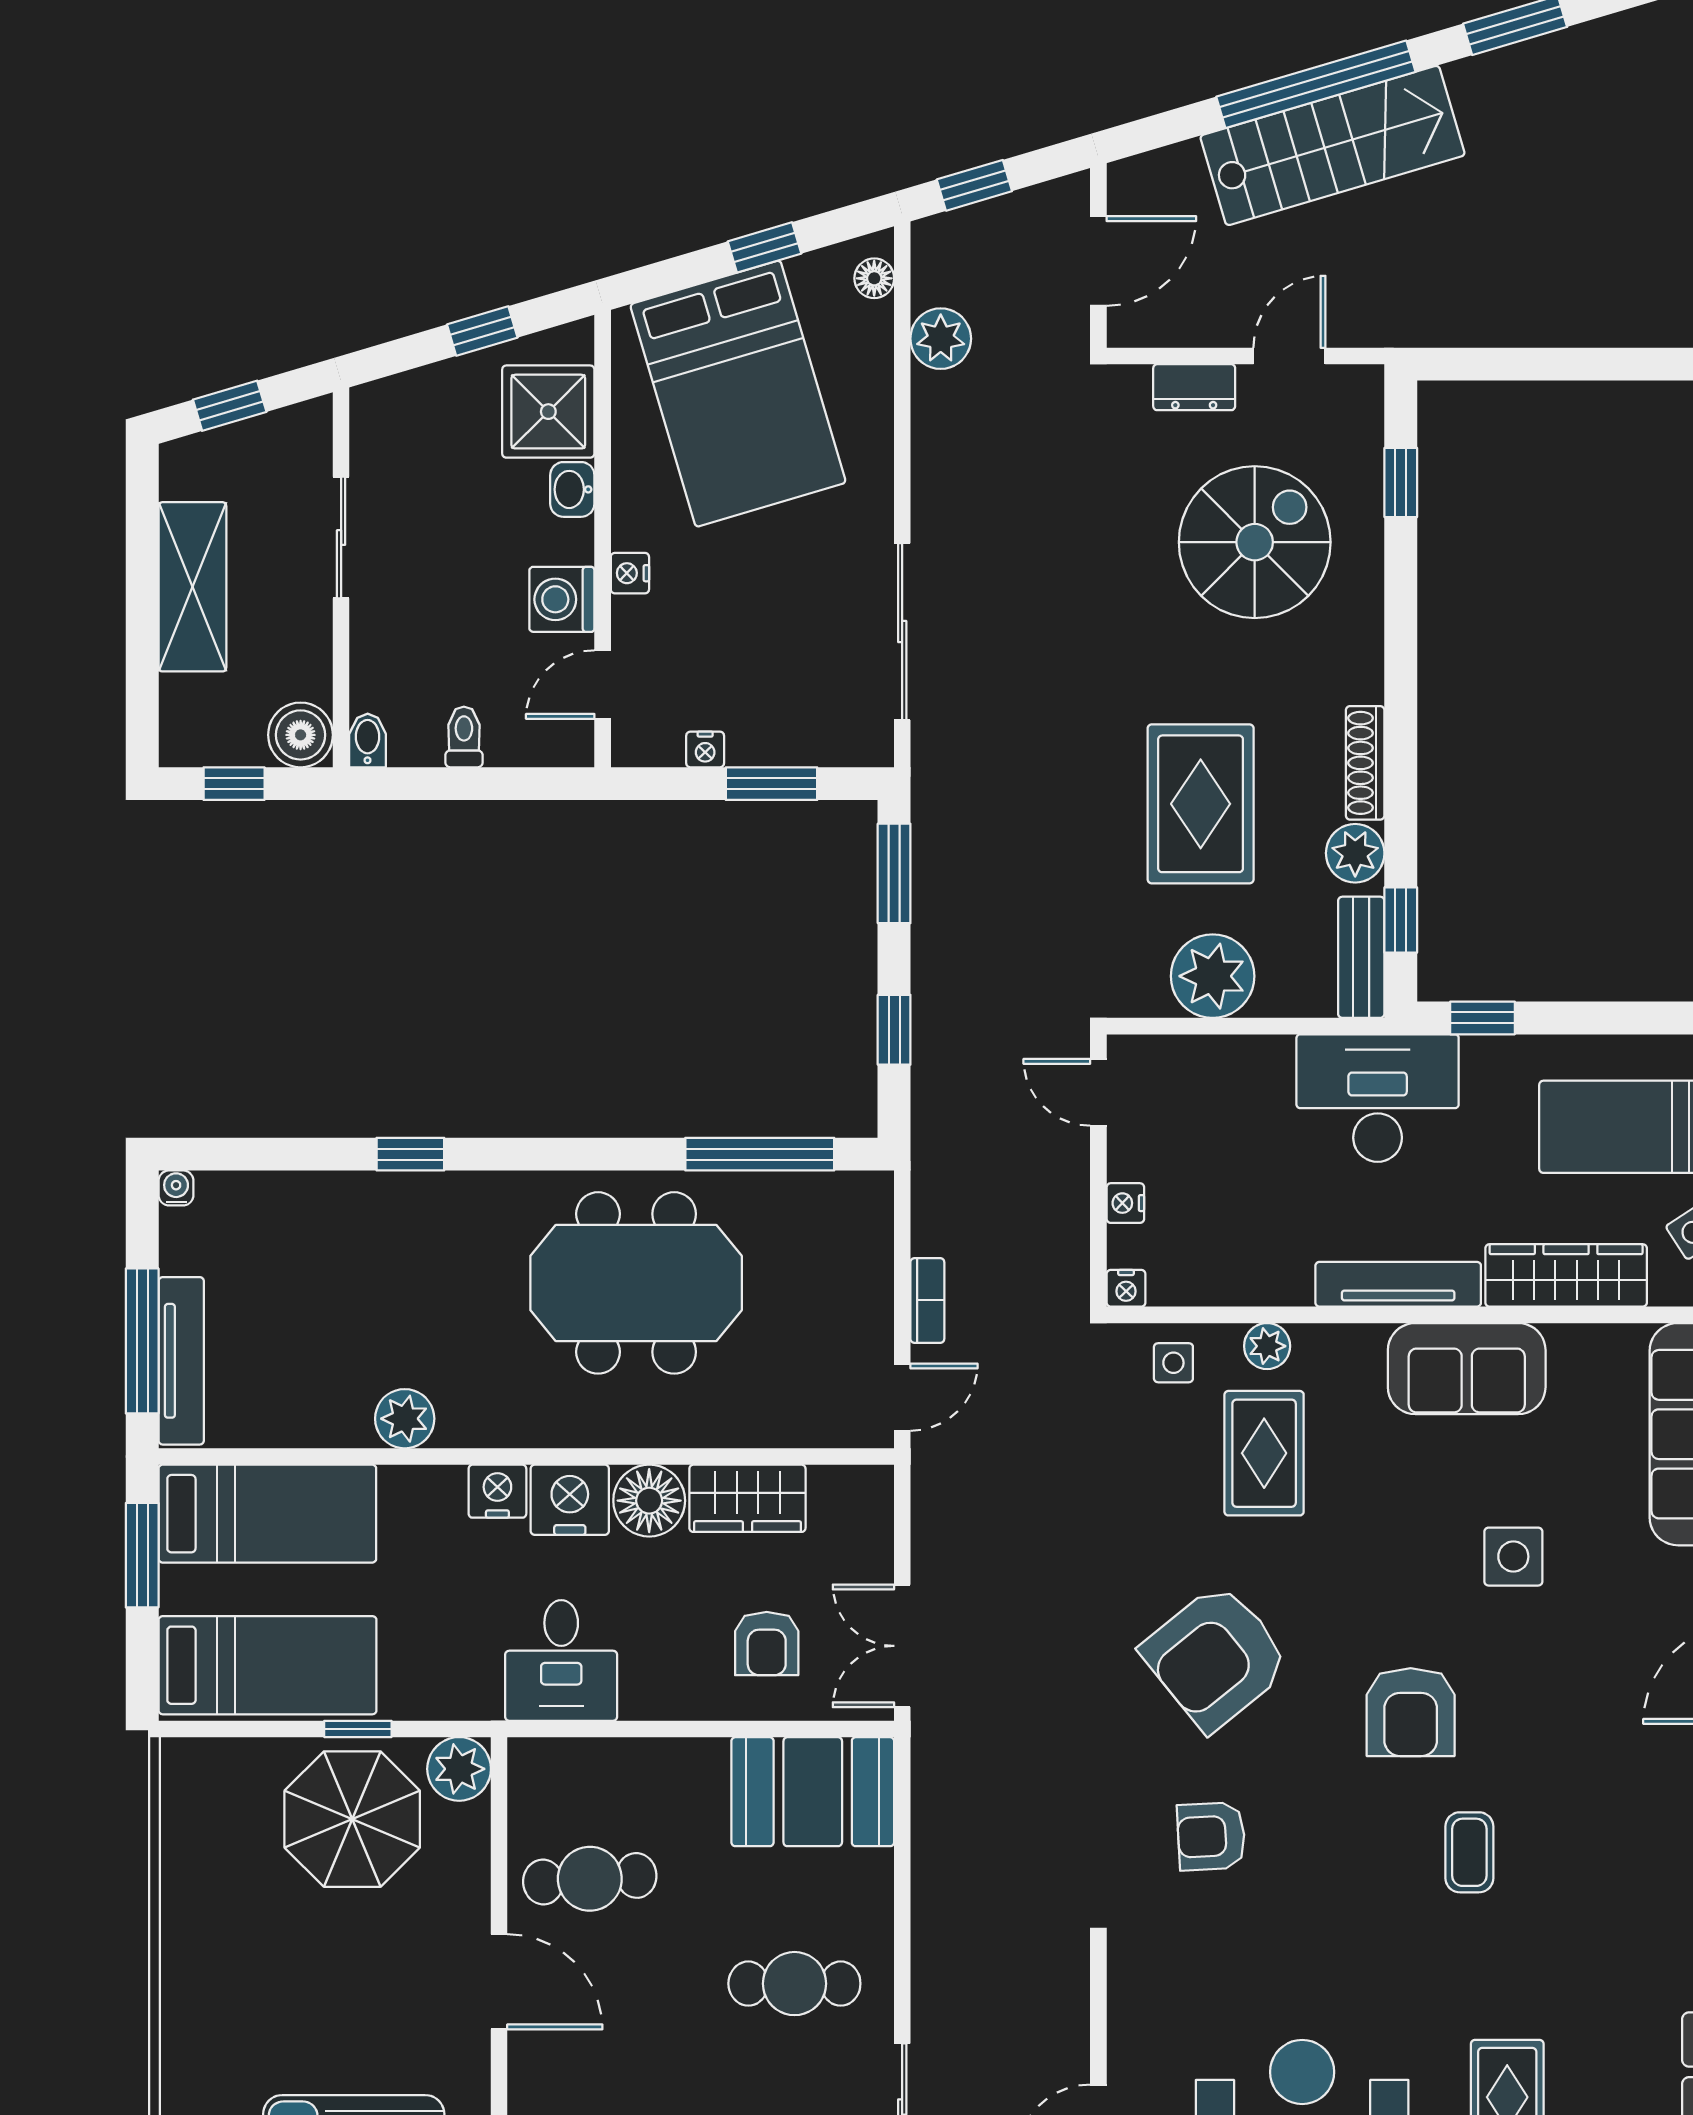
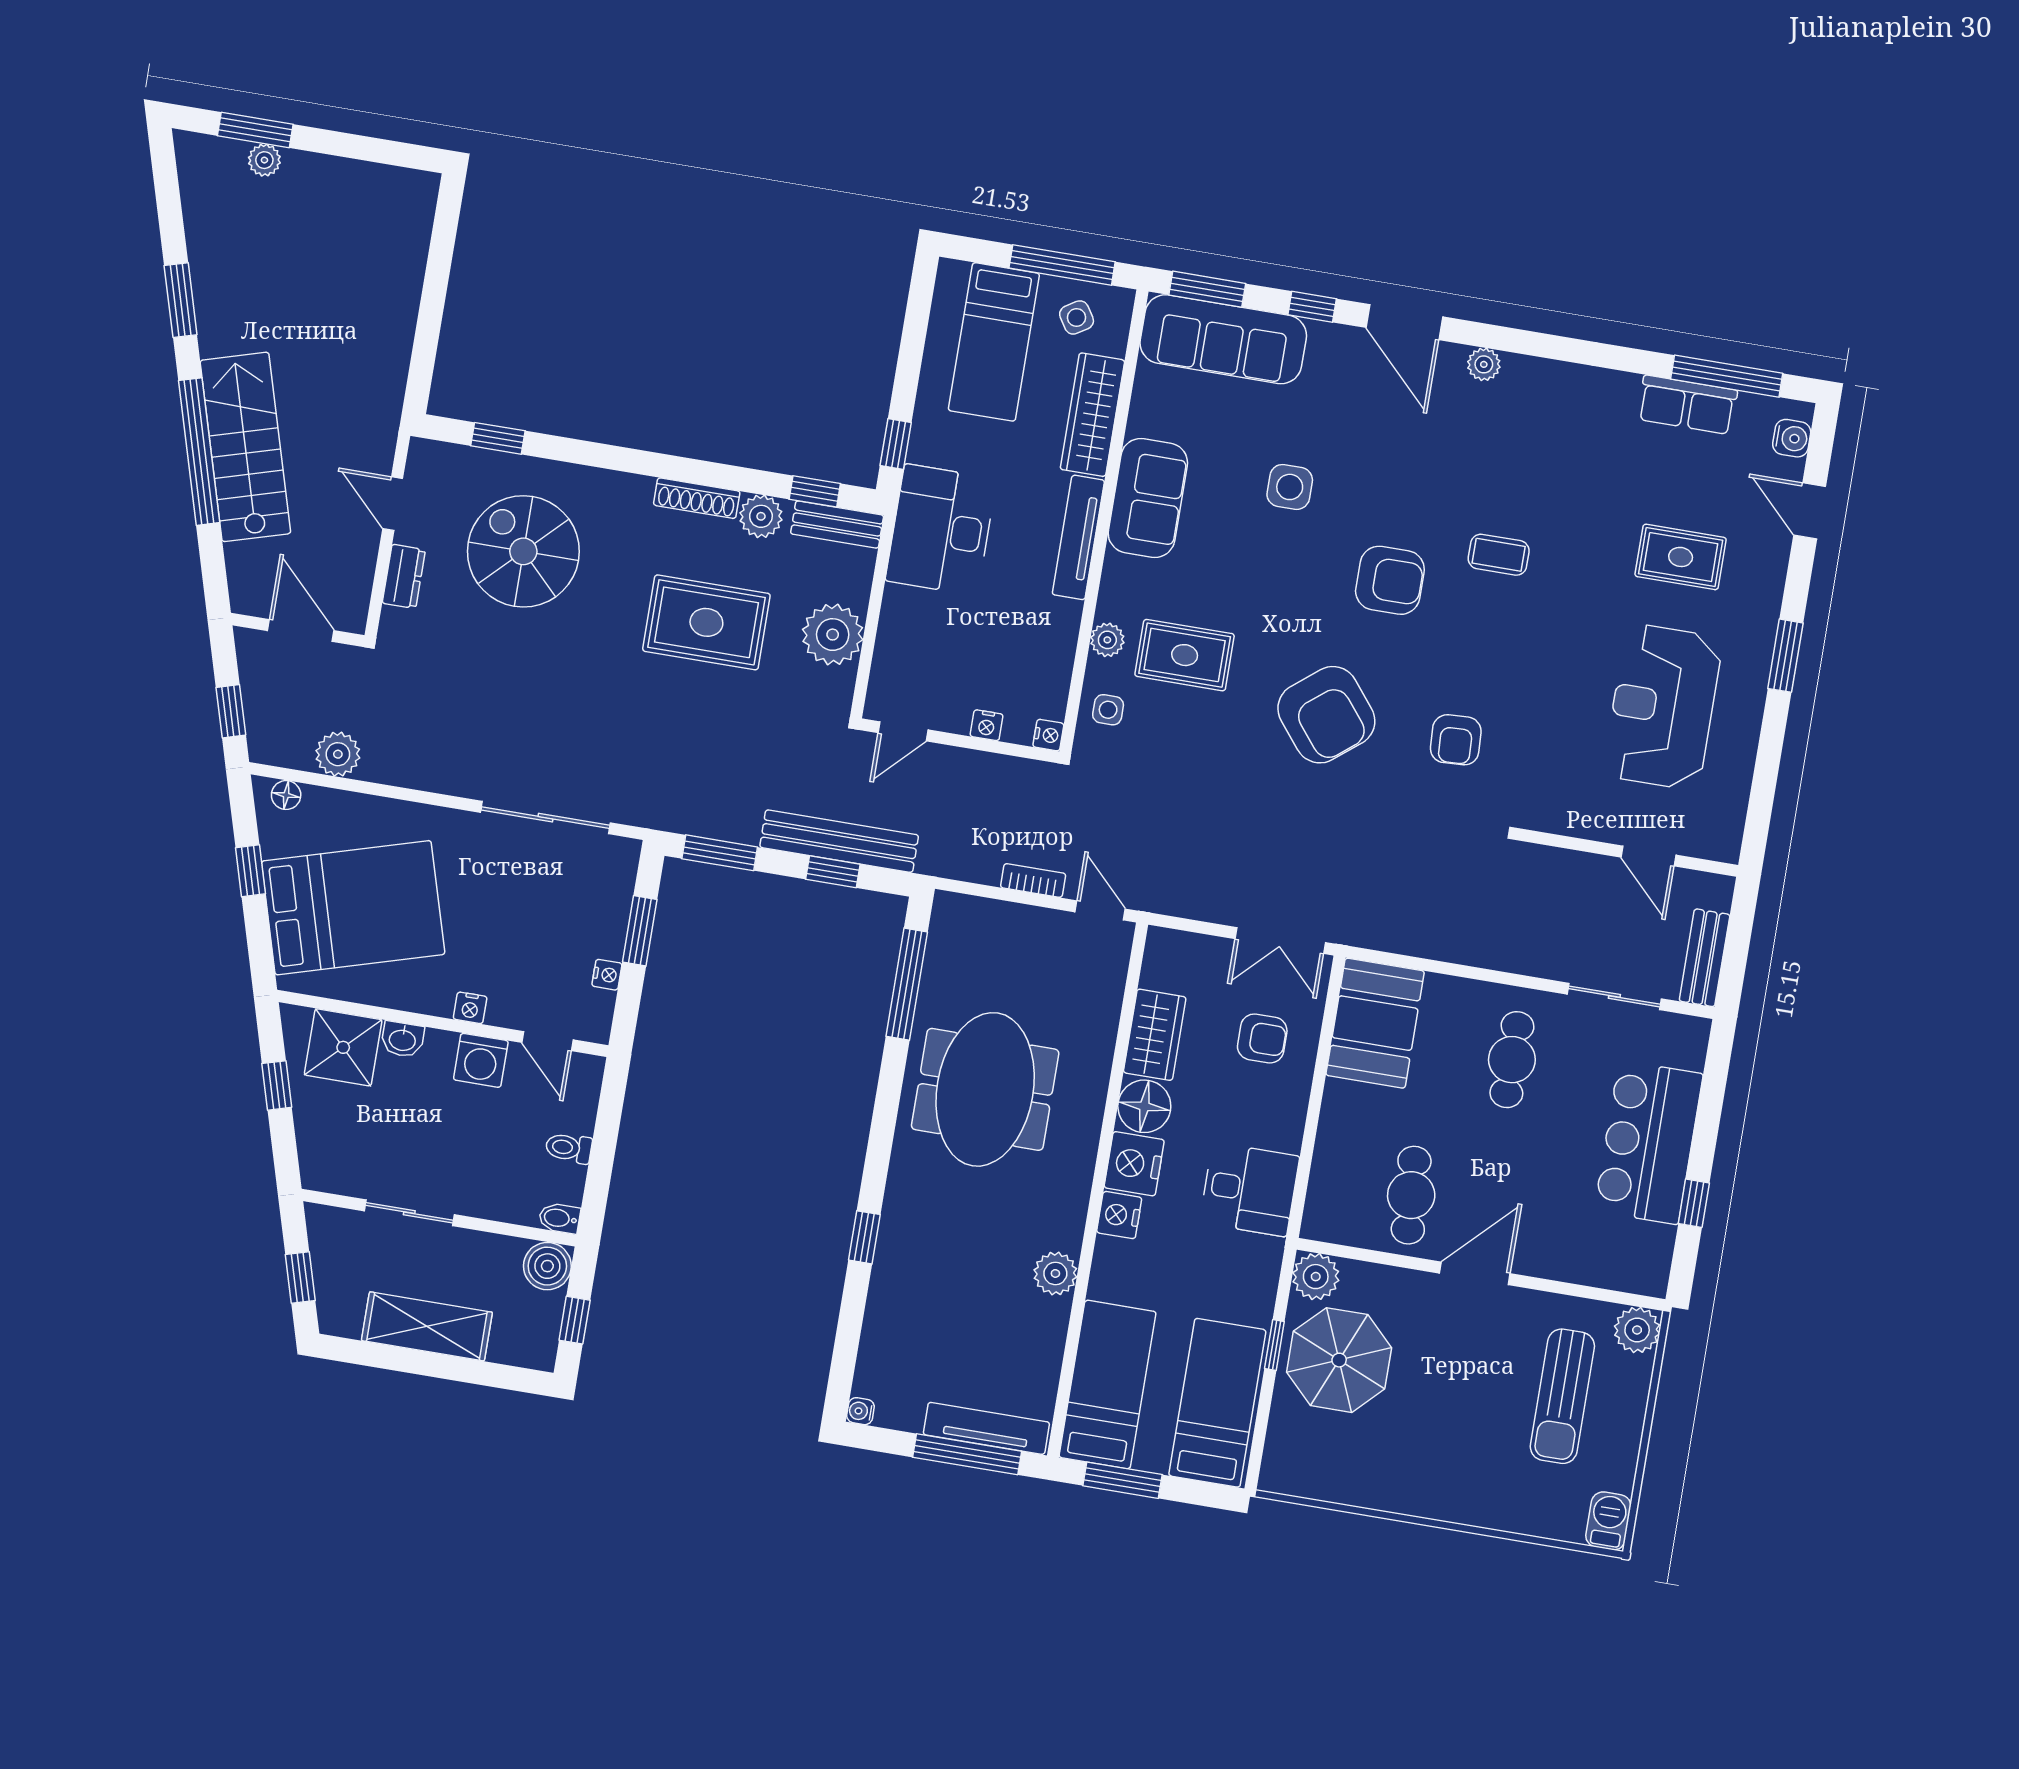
bench: (937, 1031) -> (839, 841), added

